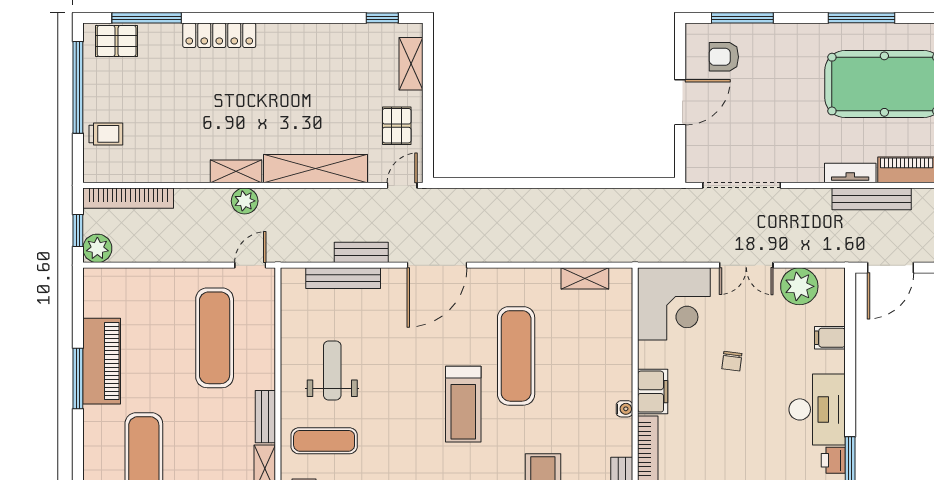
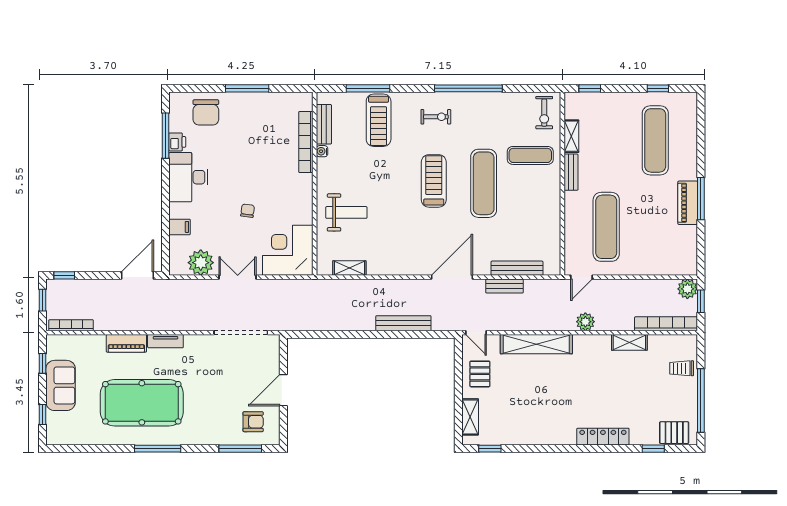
window: (147, 18) -> (653, 449), width x0.46
shelving: (236, 171) -> (629, 342), moved
door: (402, 185) -> (476, 333), hinge flipped
bench: (872, 199) -> (403, 323), moved
exercise mat: (516, 356) -> (484, 183), moved
piano: (102, 361) -> (688, 203), width x0.73, depth x0.75
weight bench: (332, 370) -> (346, 212), moved, turned -90
filing cabinet: (653, 392) -> (302, 190), removed
water cooler: (624, 409) -> (322, 151), moved

